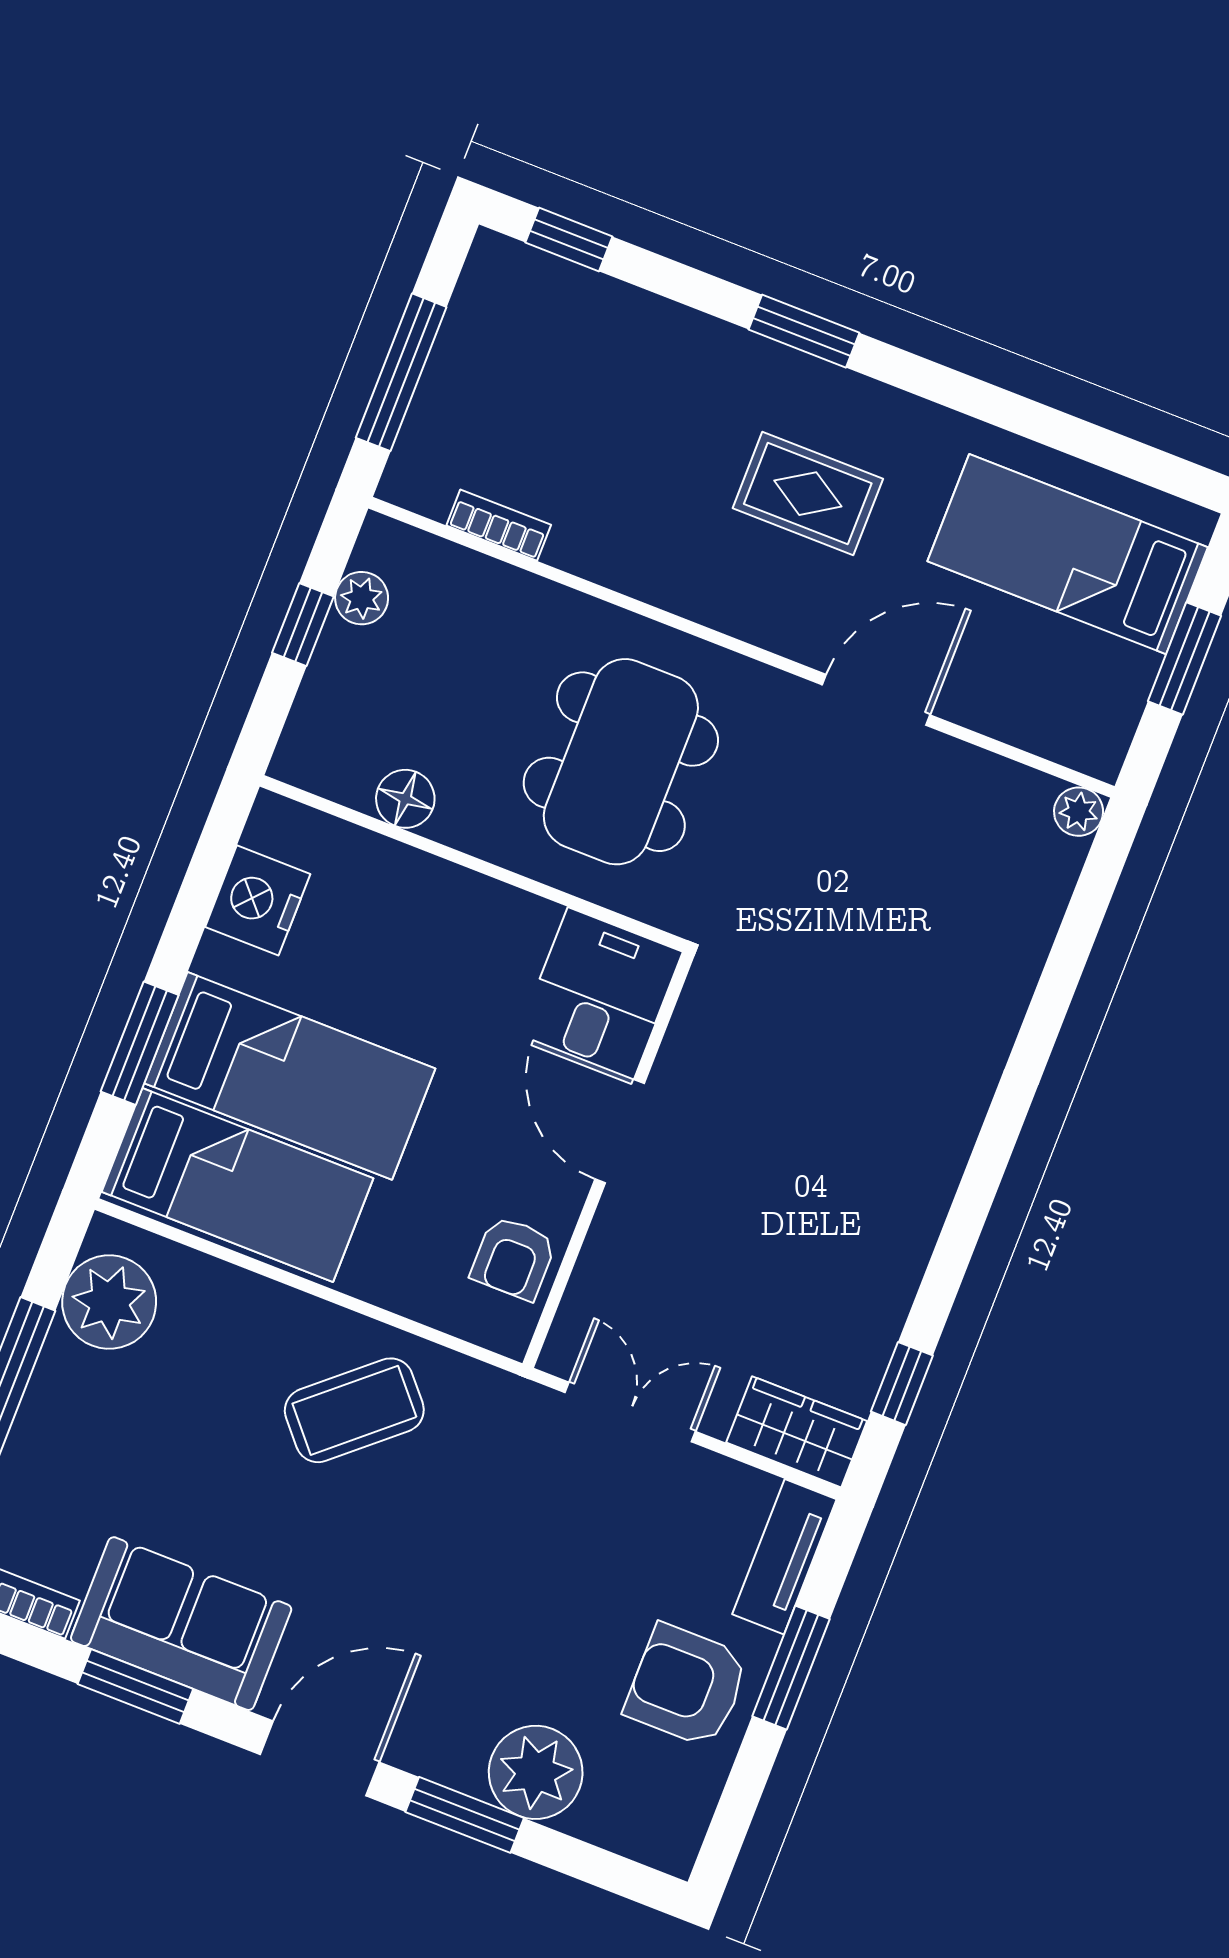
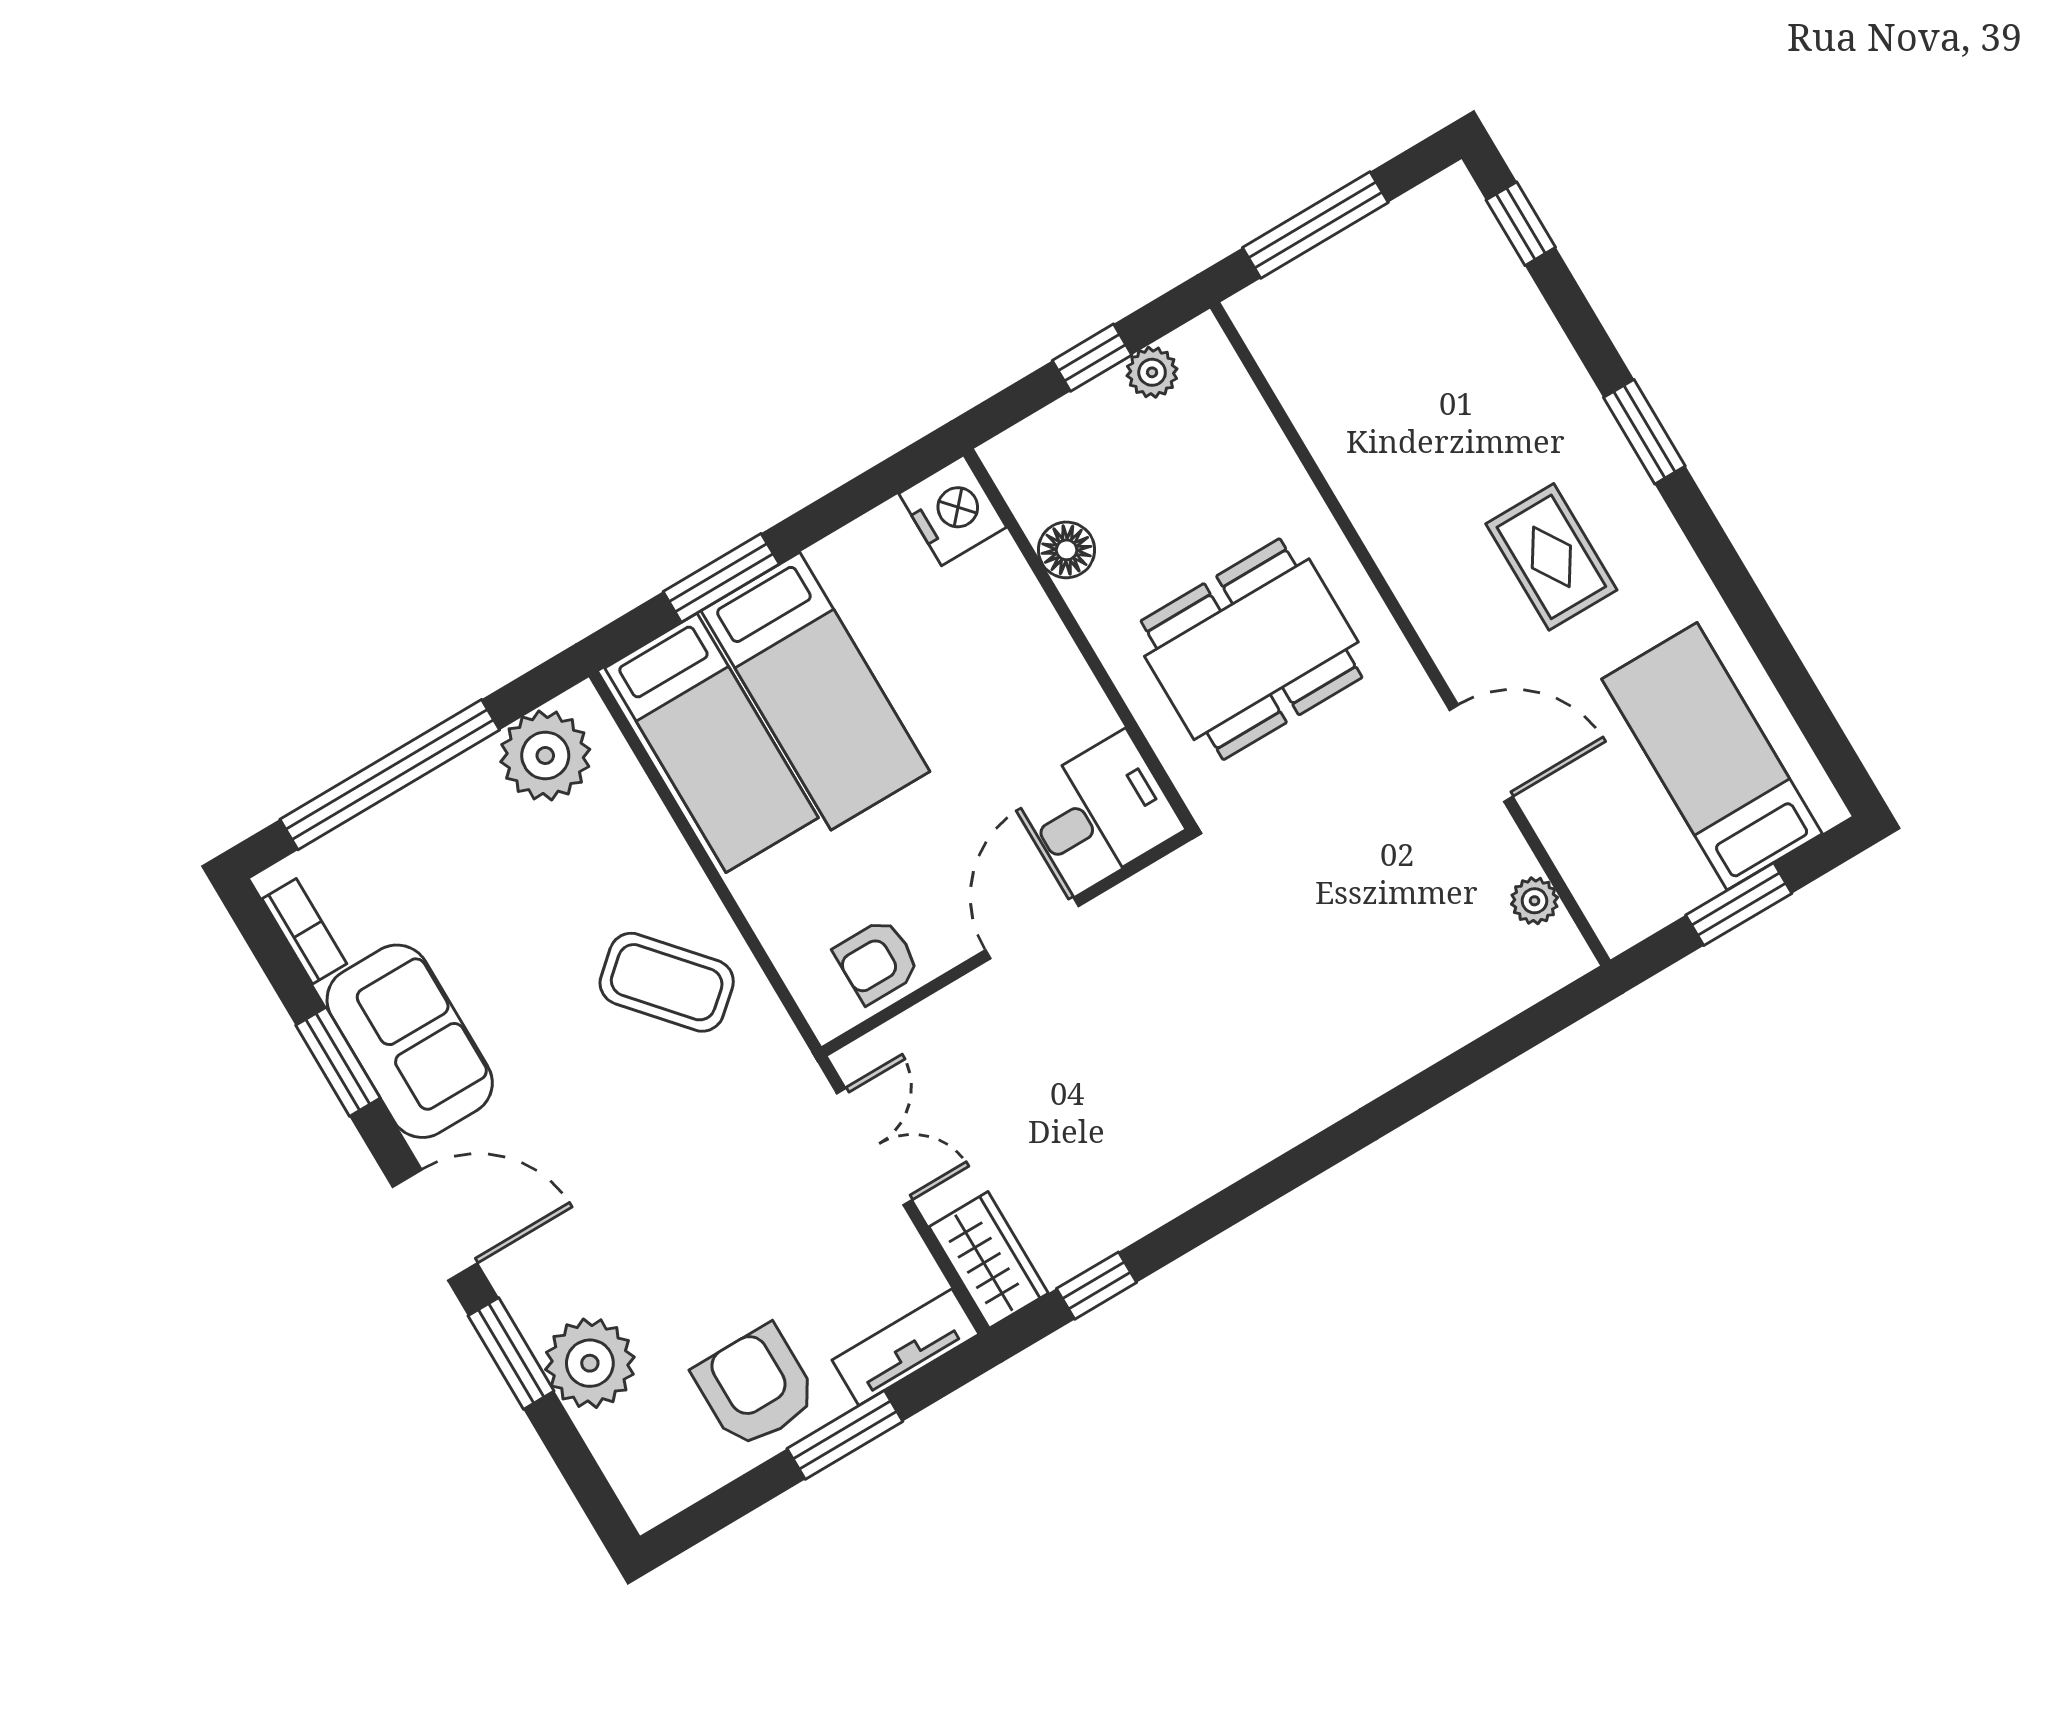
bookcase: (499, 525) -> (1299, 398), removed
plant: (1079, 812) -> (1535, 901), moved
nightstand: (258, 900) -> (953, 510), moved, turned 90

